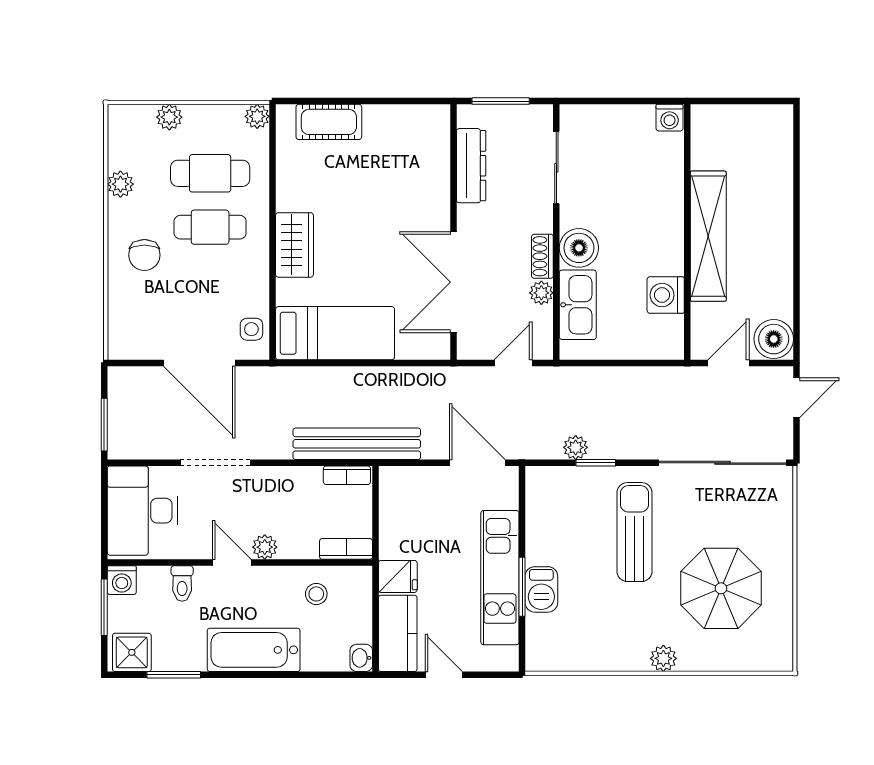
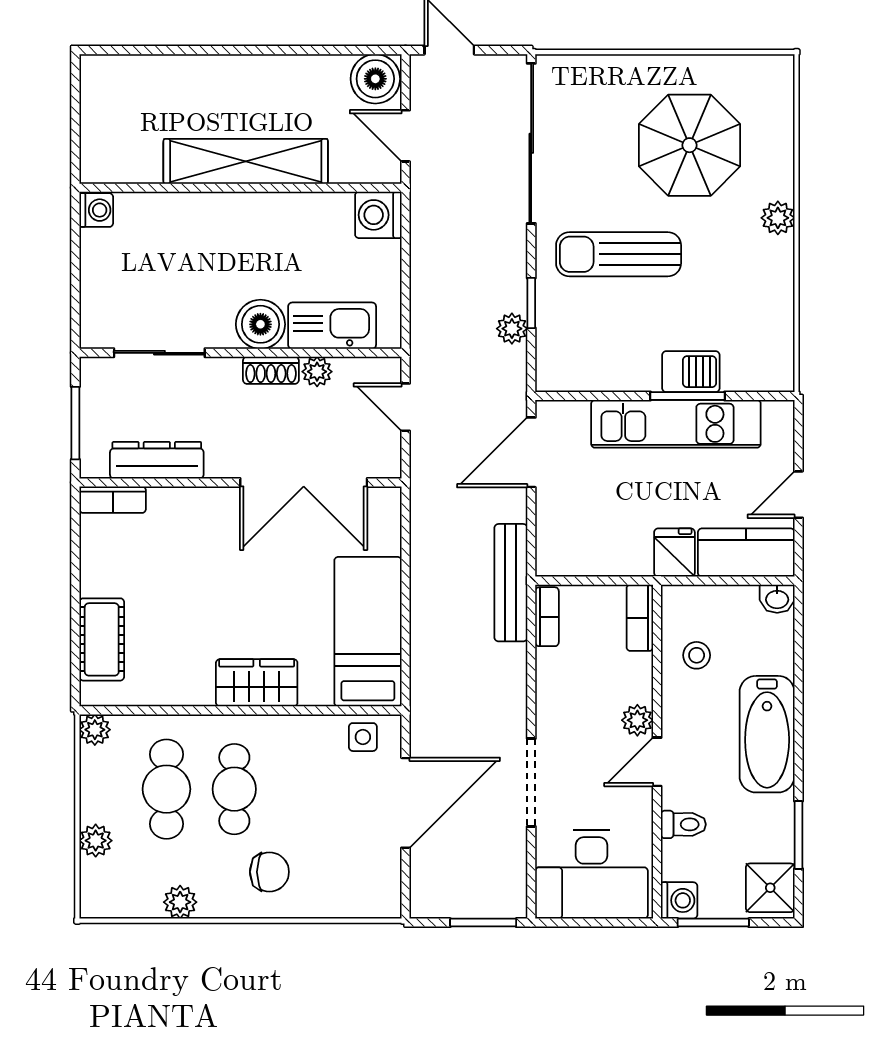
bookcase: (440, 131) -> (113, 500), added
washing machine: (666, 295) -> (378, 215), moved, turned 90
bench: (357, 444) -> (511, 583), width x0.73, depth x0.82

